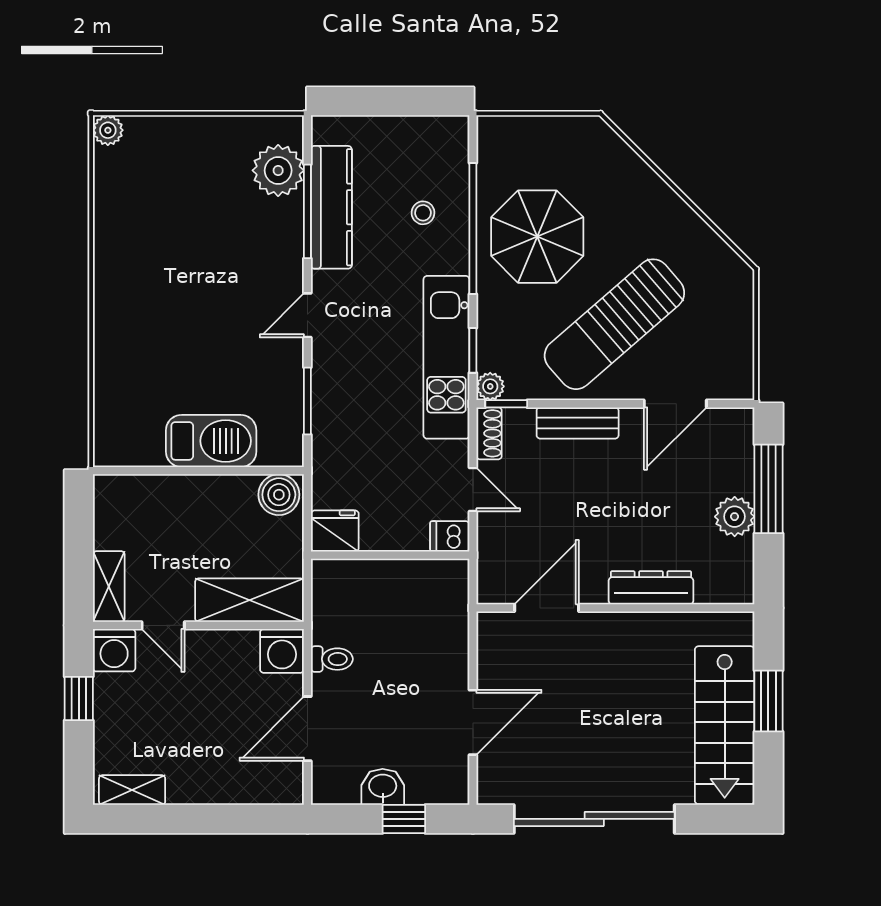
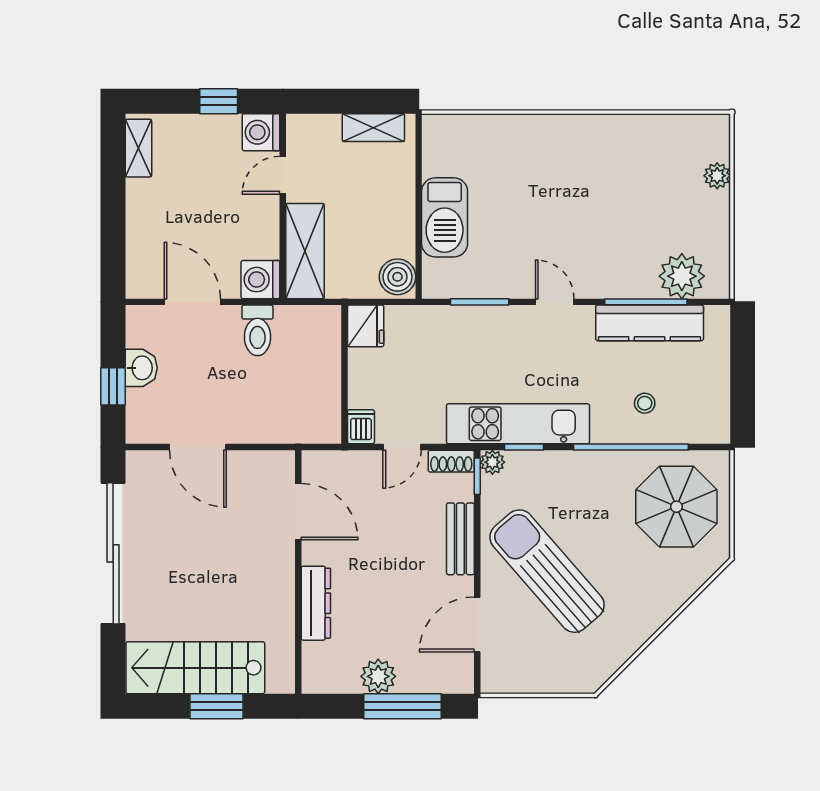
plant: (108, 130) -> (717, 176), moved
parasol: (537, 237) -> (676, 507), moved
door: (675, 404) -> (477, 624), hinge flipped
shelving: (109, 587) -> (373, 128), moved
toilet: (332, 659) -> (257, 330), width x1.37, depth x1.39

